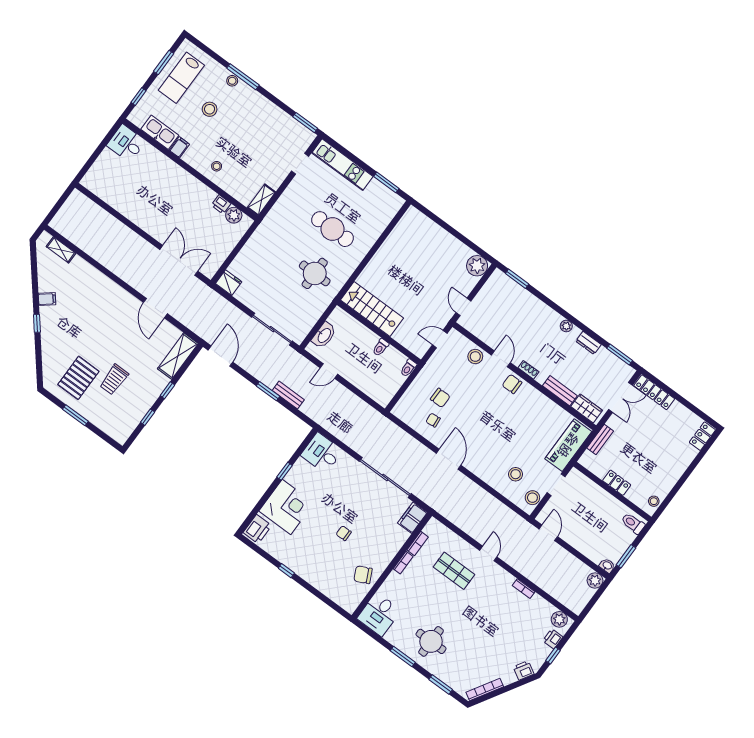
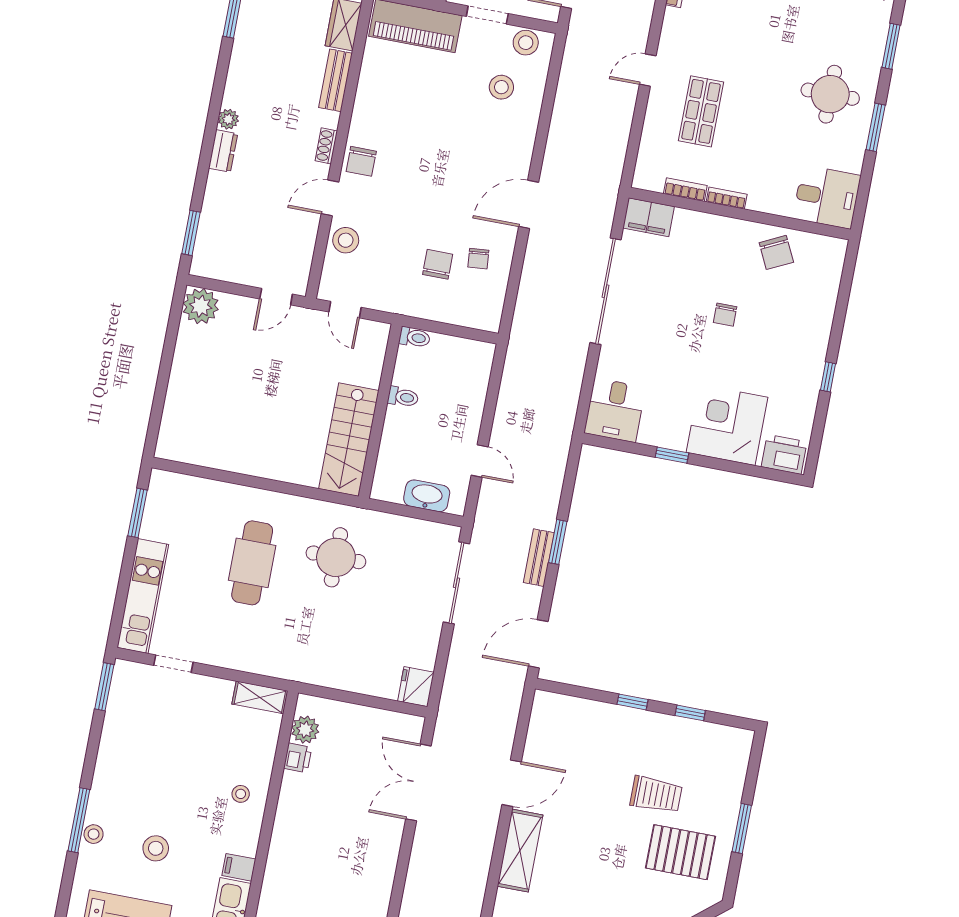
dresser: (588, 343) -> (223, 151), moved
shelving: (178, 356) -> (520, 851), moved, turned 90
bench: (288, 395) -> (539, 558), moved

